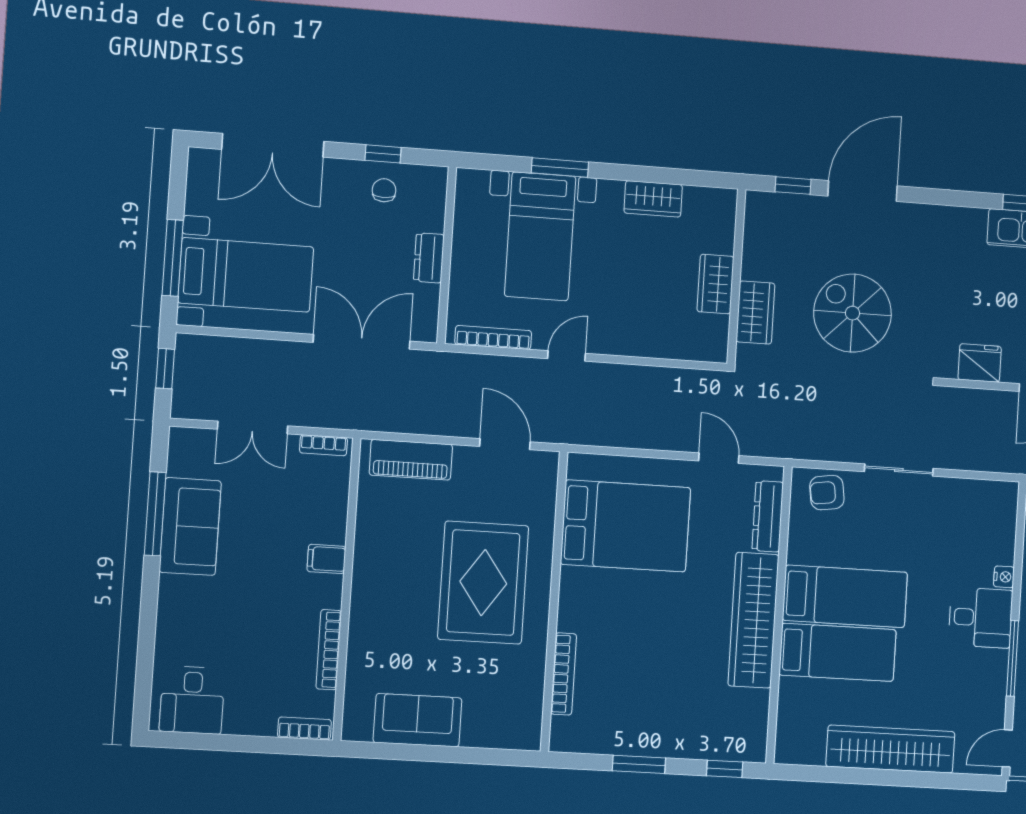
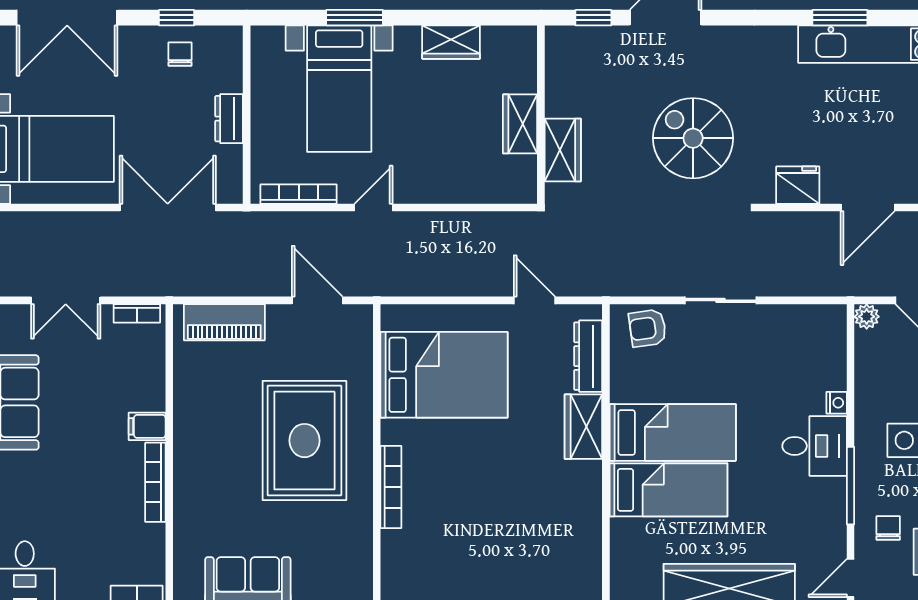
spiral stairs: (852, 313) -> (693, 138), moved
wardrobe: (753, 620) -> (583, 427), width x0.48, depth x0.85
bookcase: (329, 650) -> (155, 482), moved
bookcase: (564, 674) -> (391, 487), moved

